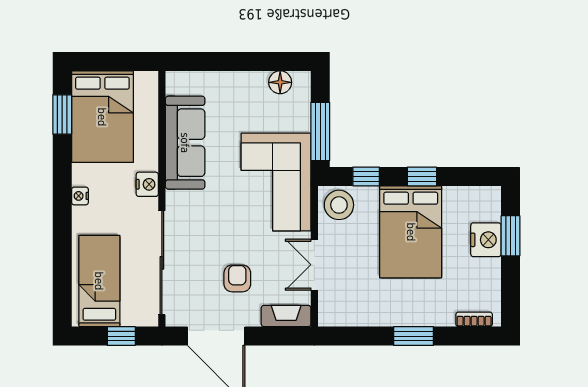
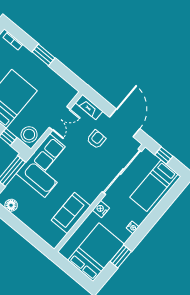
window: (62, 115) -> (121, 256), moved
sofa: (185, 143) -> (71, 213), width x0.73
armchair: (237, 278) -> (96, 139), turned 180

